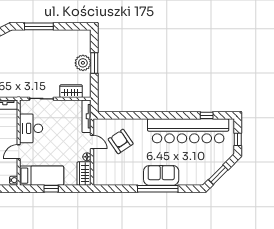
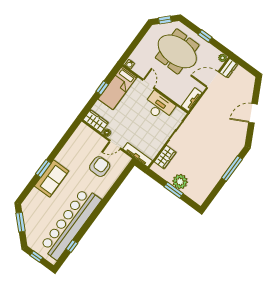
armchair: (121, 141) -> (100, 167), turned -56
window: (158, 189) -> (43, 168), width x0.47

